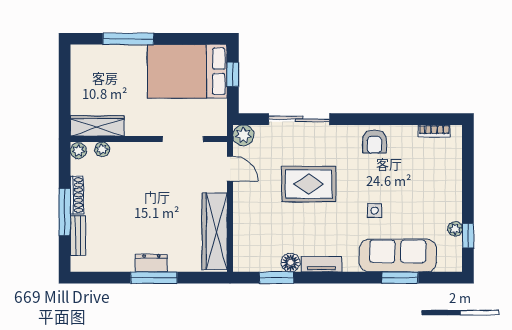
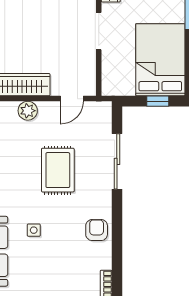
plant: (243, 135) -> (28, 111), moved
doorway: (183, 139) -> (99, 31), moved
armchair: (375, 141) -> (97, 230), turned 90

